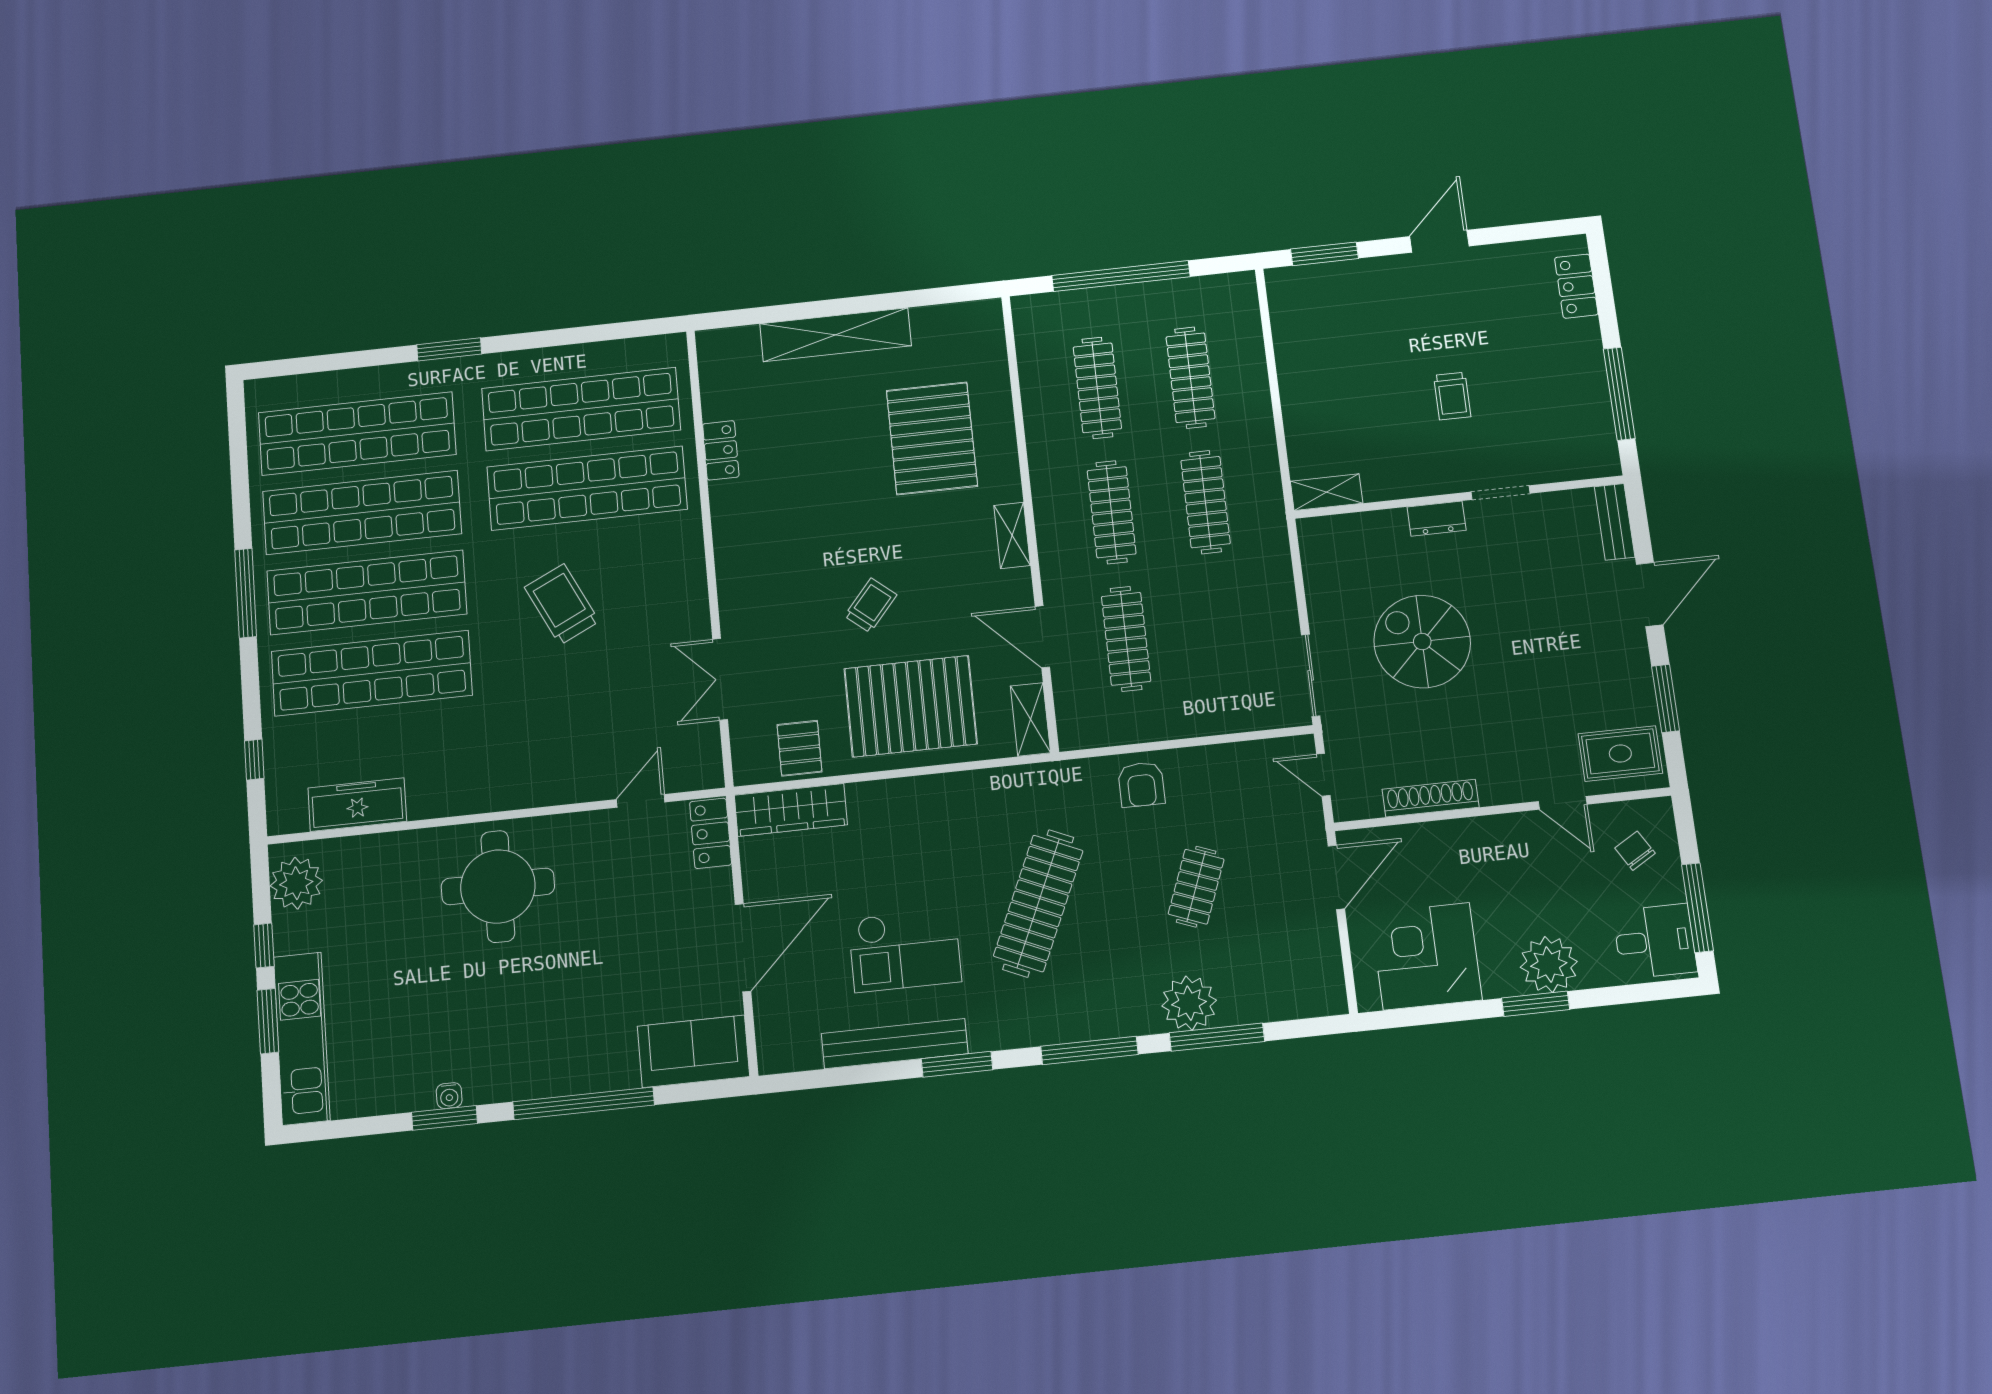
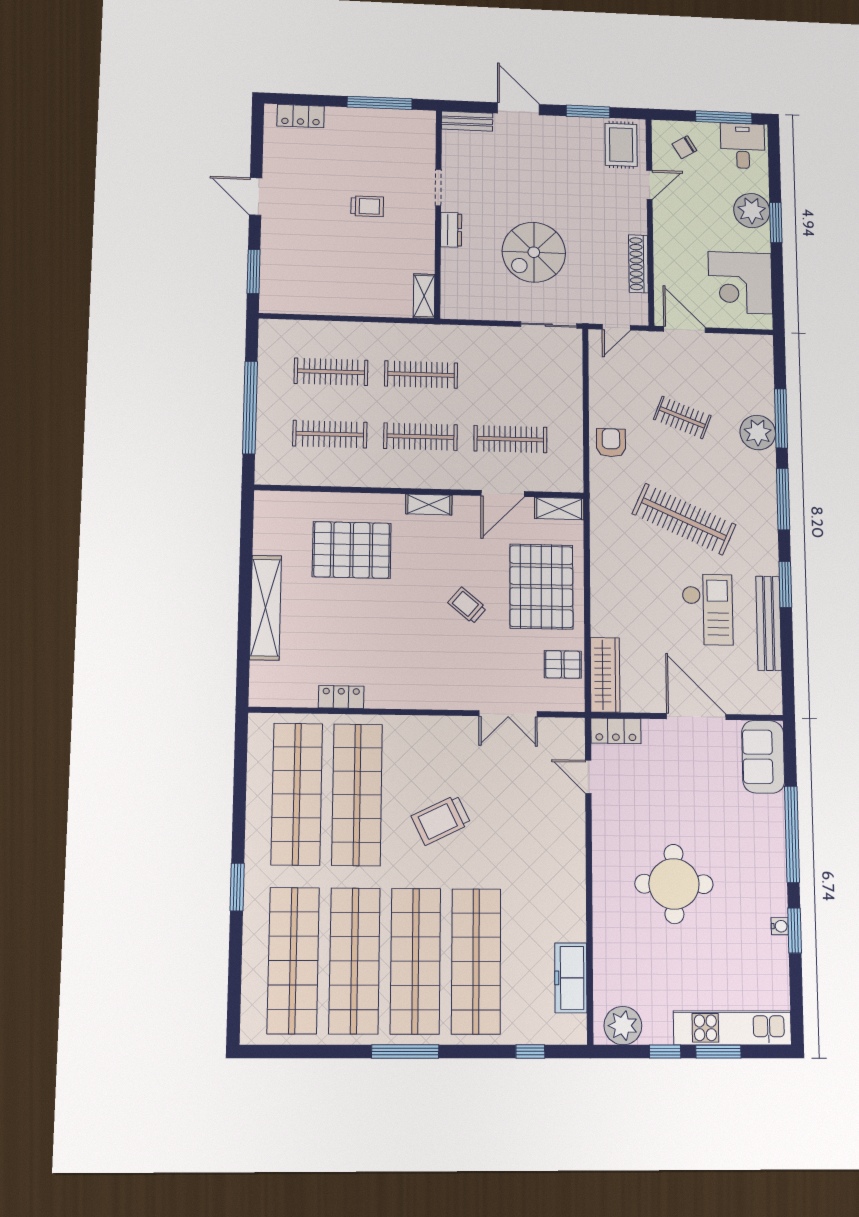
armchair: (1141, 785) -> (611, 443), turned -90
round table: (498, 886) -> (674, 884), moved

